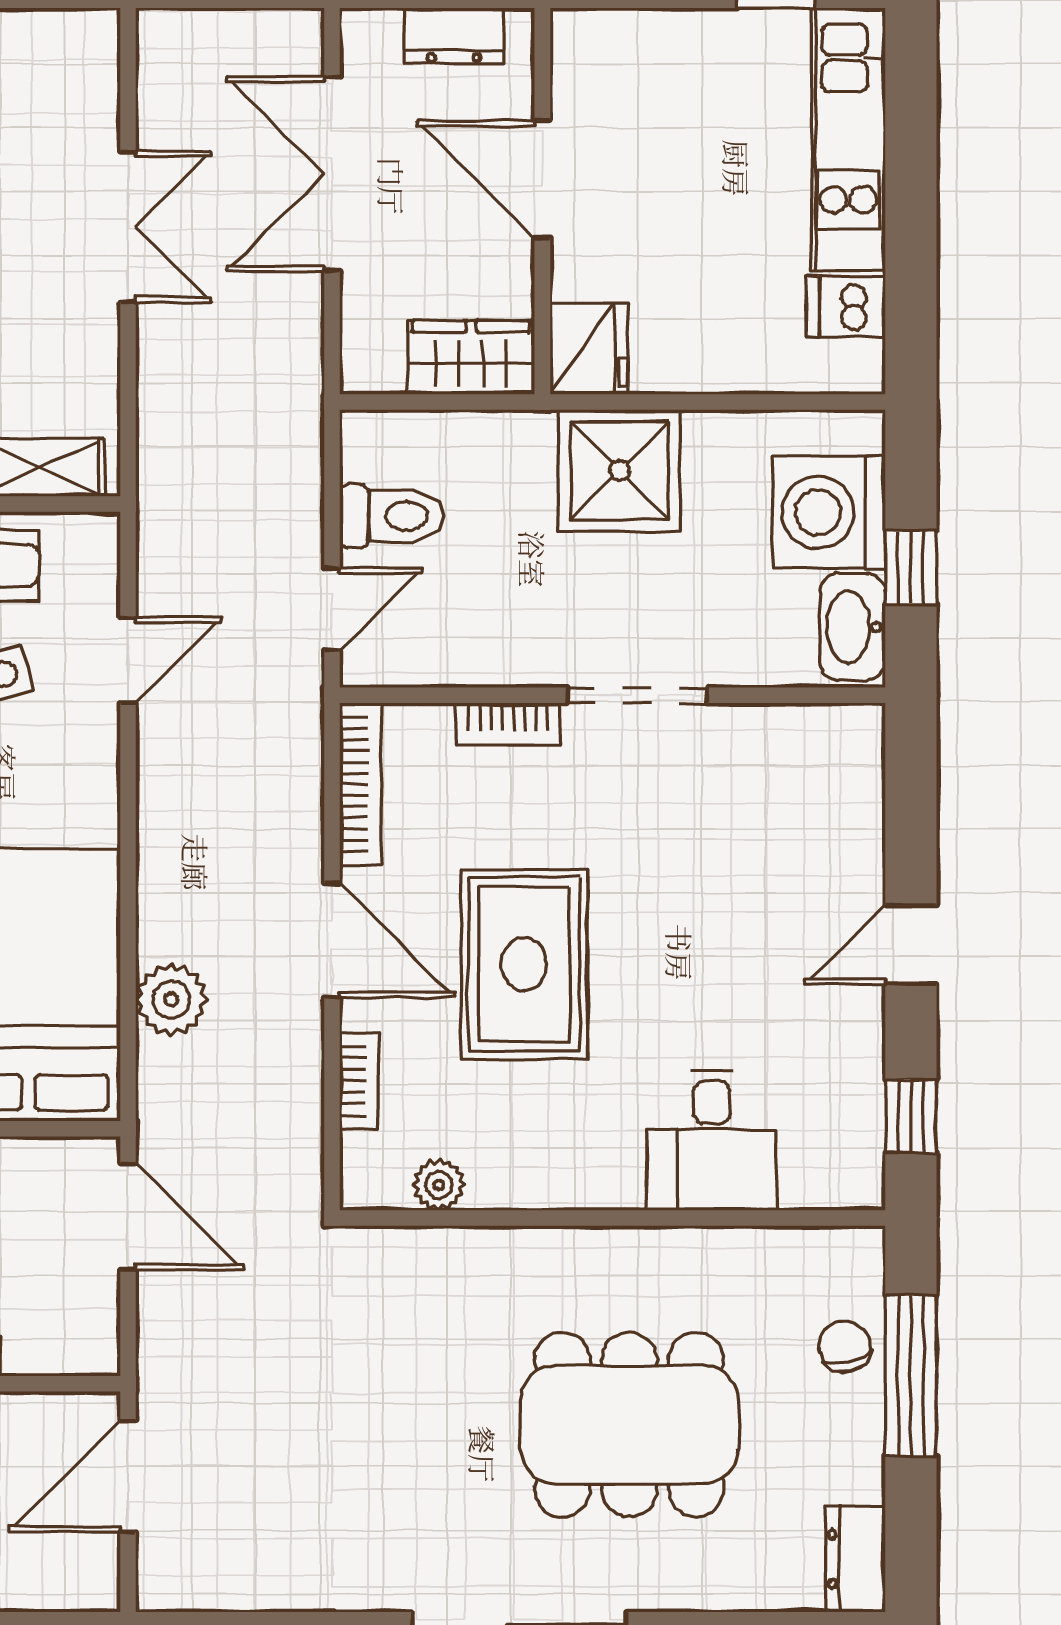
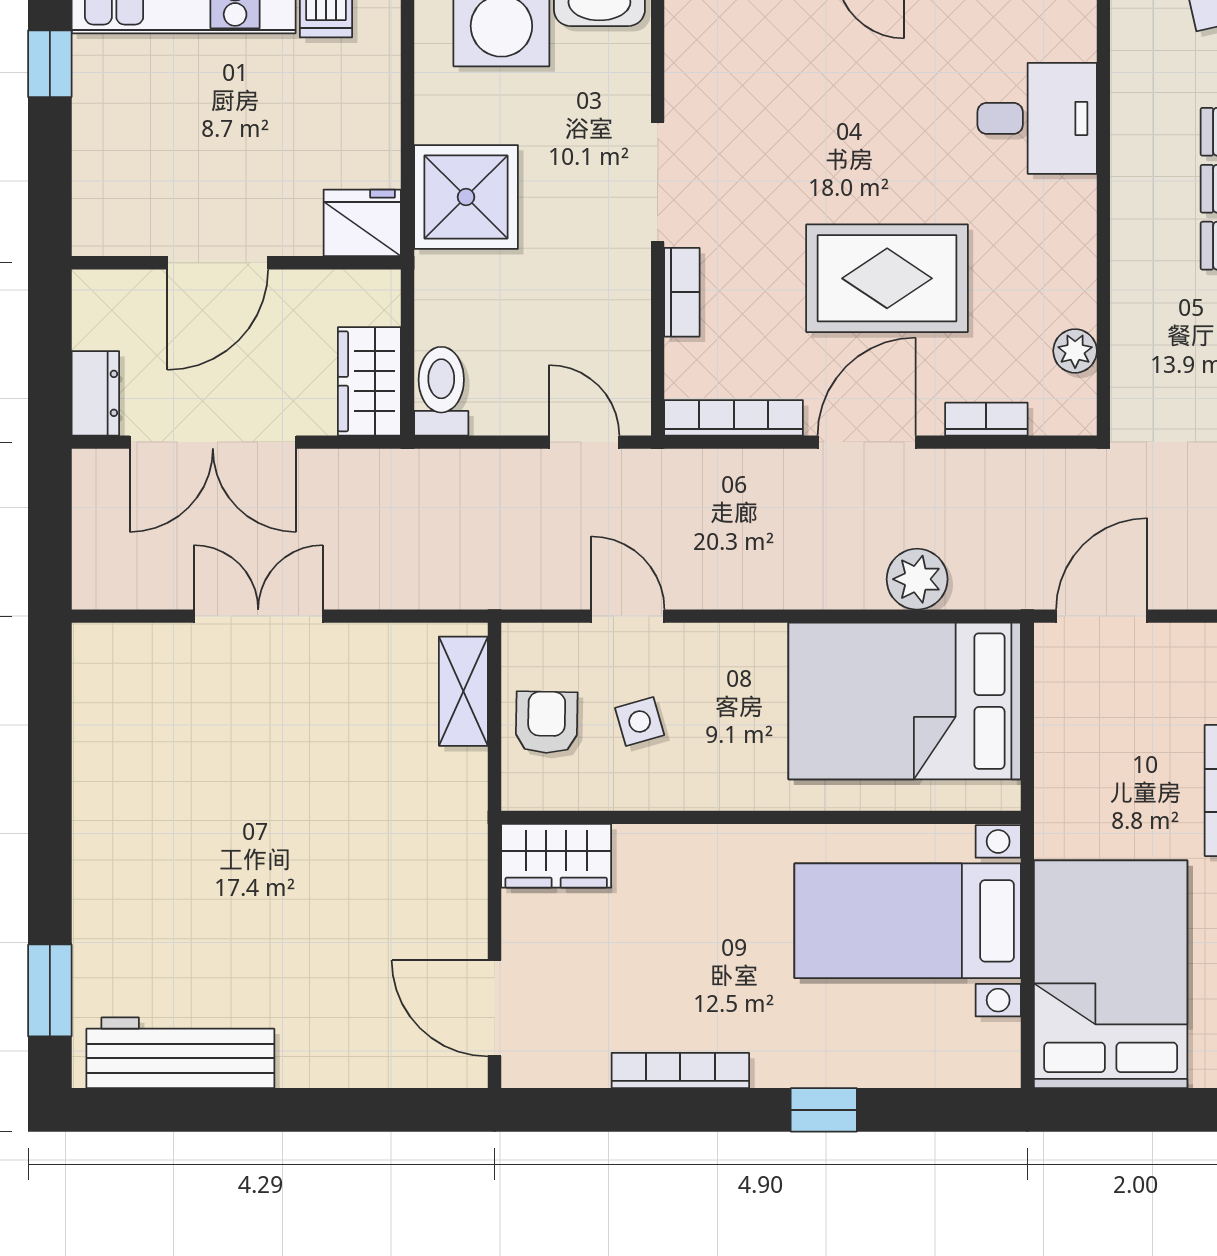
dresser: (454, 36) -> (95, 393), moved
wardrobe: (471, 357) -> (369, 381), moved
toilet: (392, 516) -> (441, 391), moved

